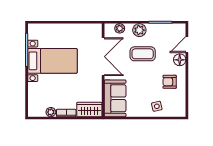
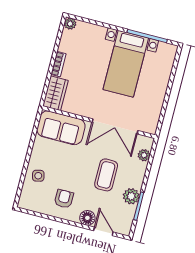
plant: (139, 30) -> (131, 196), moved
plant: (51, 112) -> (70, 24), moved

